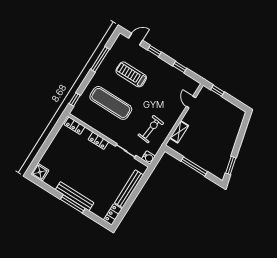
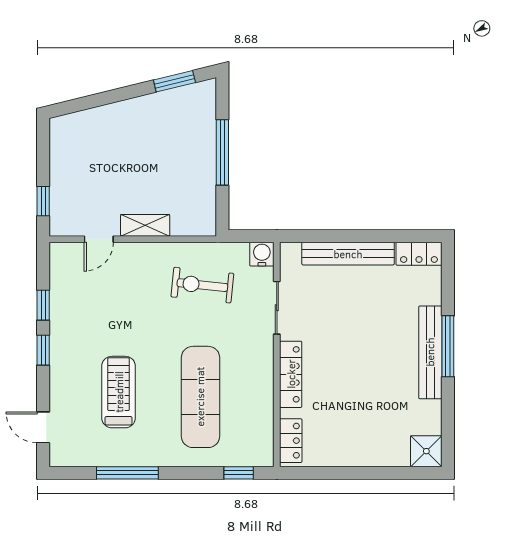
window: (154, 51) -> (43, 350), moved
treadmill: (131, 74) -> (119, 392), turned 180
shelving: (179, 132) -> (145, 225), moved
locker: (98, 141) -> (291, 374), width x1.53

